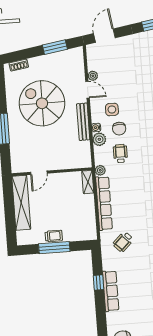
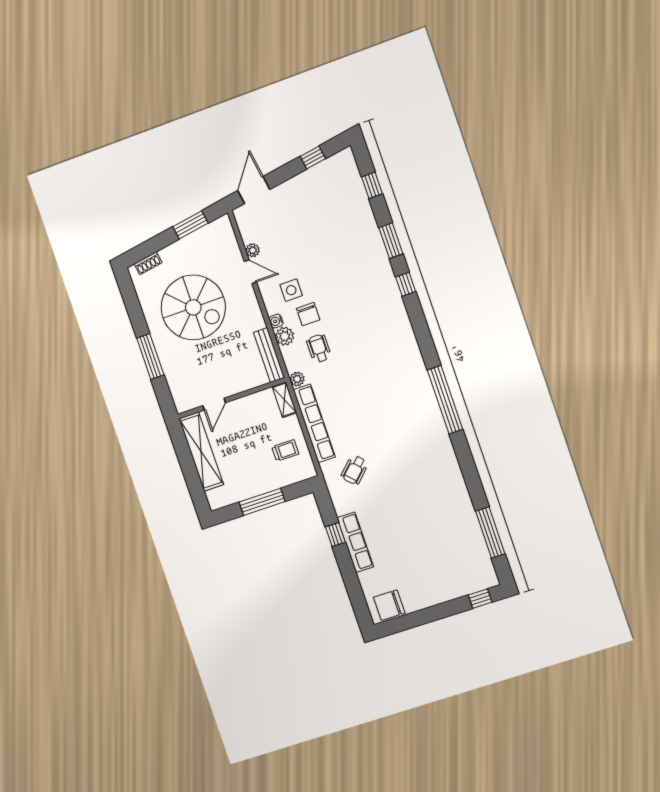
spiral stairs: (42, 103) -> (193, 307), turned 180
bench: (83, 122) -> (269, 355), moved
trolley: (54, 236) -> (285, 450), moved

